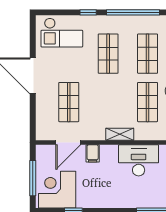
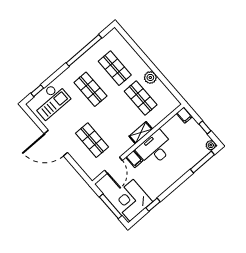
window: (88, 12) -> (37, 91), moved
desk: (139, 160) -> (155, 149), moved

